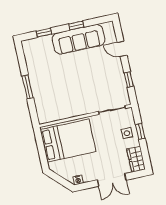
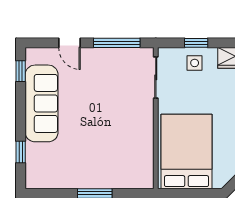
window: (76, 25) -> (21, 71), moved
door: (122, 49) -> (70, 43), hinge flipped
window: (129, 80) -> (117, 43), width x2.17

